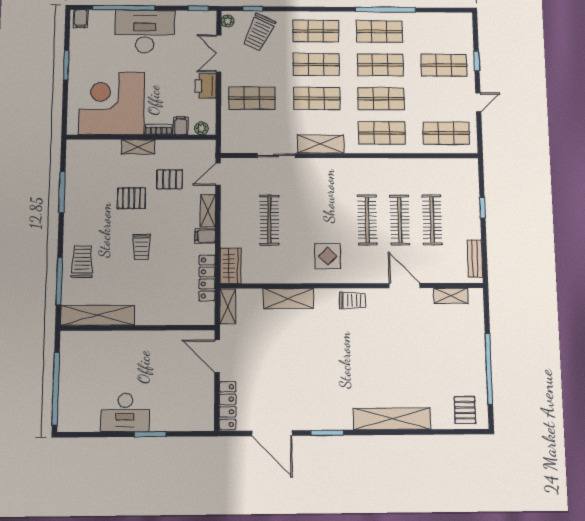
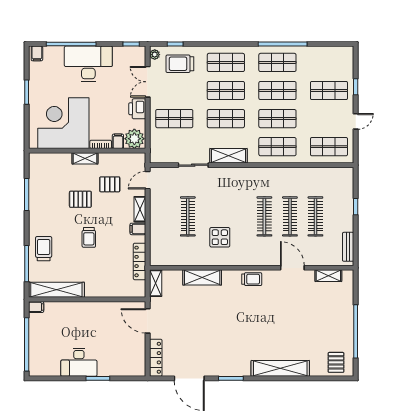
trolley: (259, 32) -> (180, 64), turned 65
plant: (202, 128) -> (134, 139), width x1.87, depth x1.87
display table: (328, 256) -> (220, 237), moved
wardrobe: (230, 266) -> (158, 252), removed
filing cabinet: (70, 338) -> (36, 307), added

